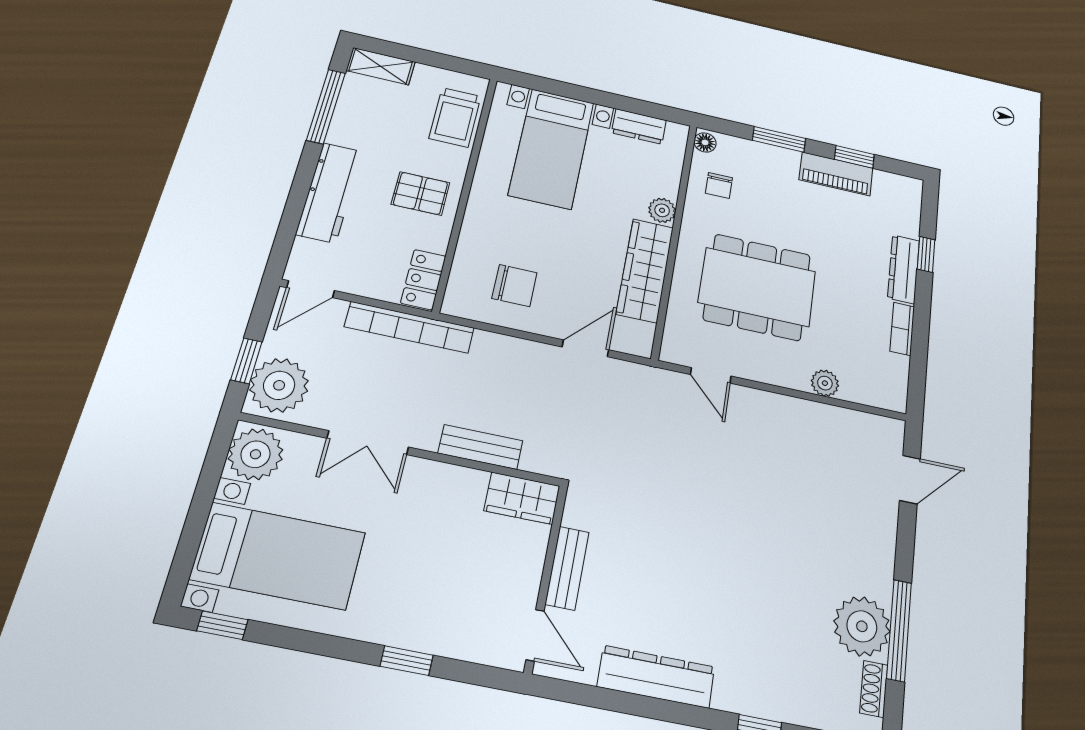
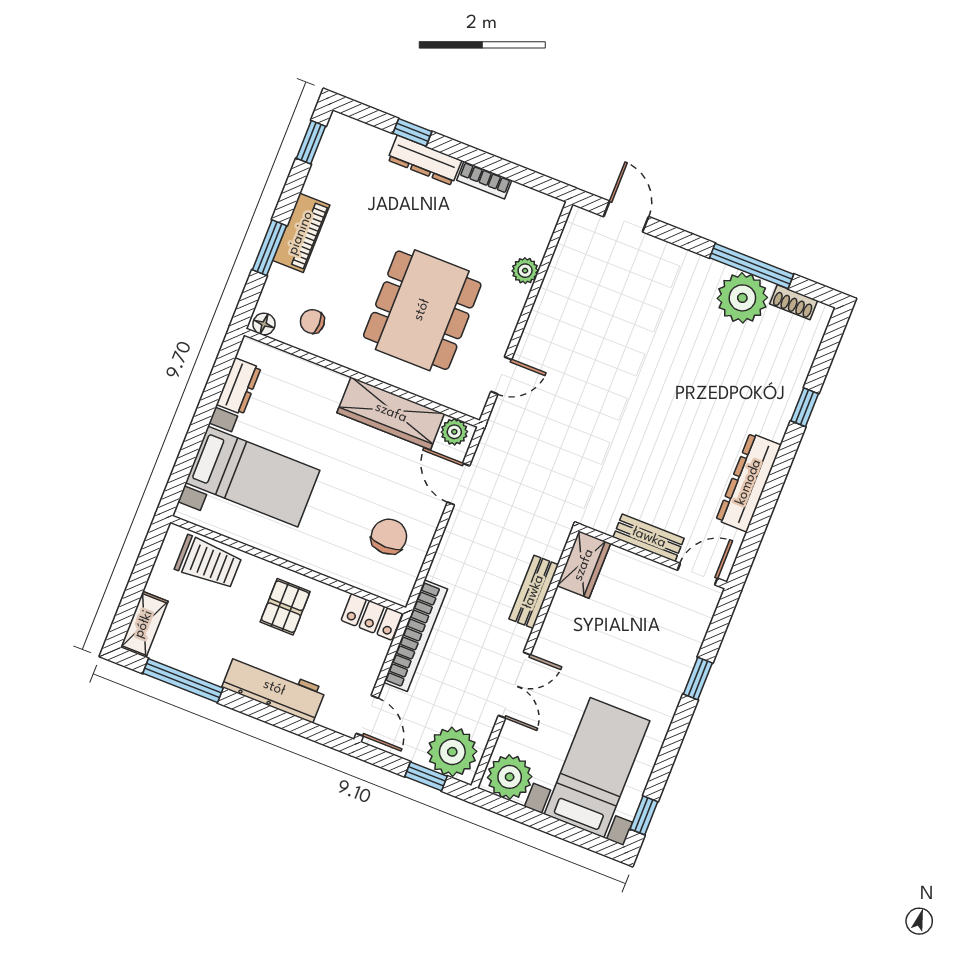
window: (854, 157) -> (311, 142), moved
piano: (836, 174) -> (301, 233), moved
chair: (719, 185) -> (312, 321), turned 180
plant: (662, 210) -> (454, 432), moved

